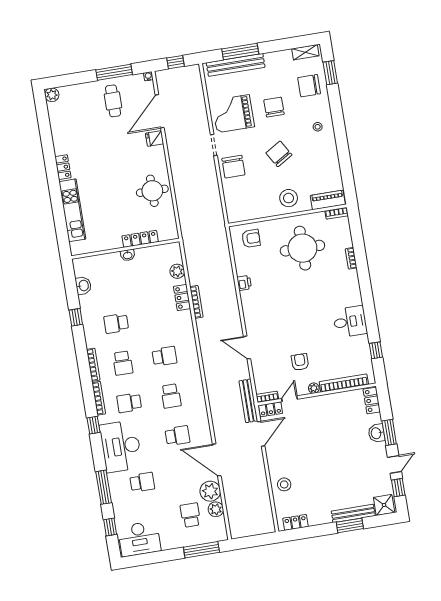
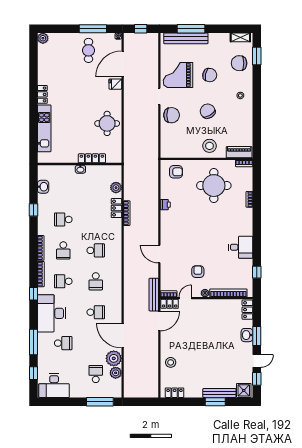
chair: (274, 107) -> (210, 75), turned 102
chair: (233, 167) -> (172, 115), turned -90

